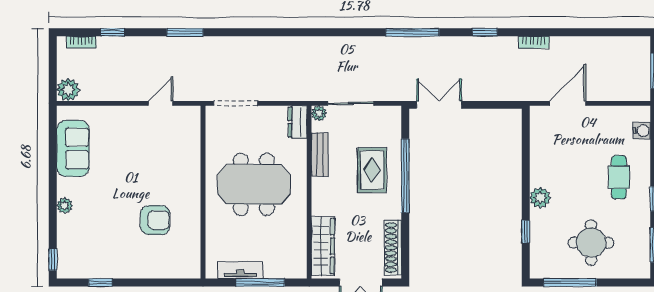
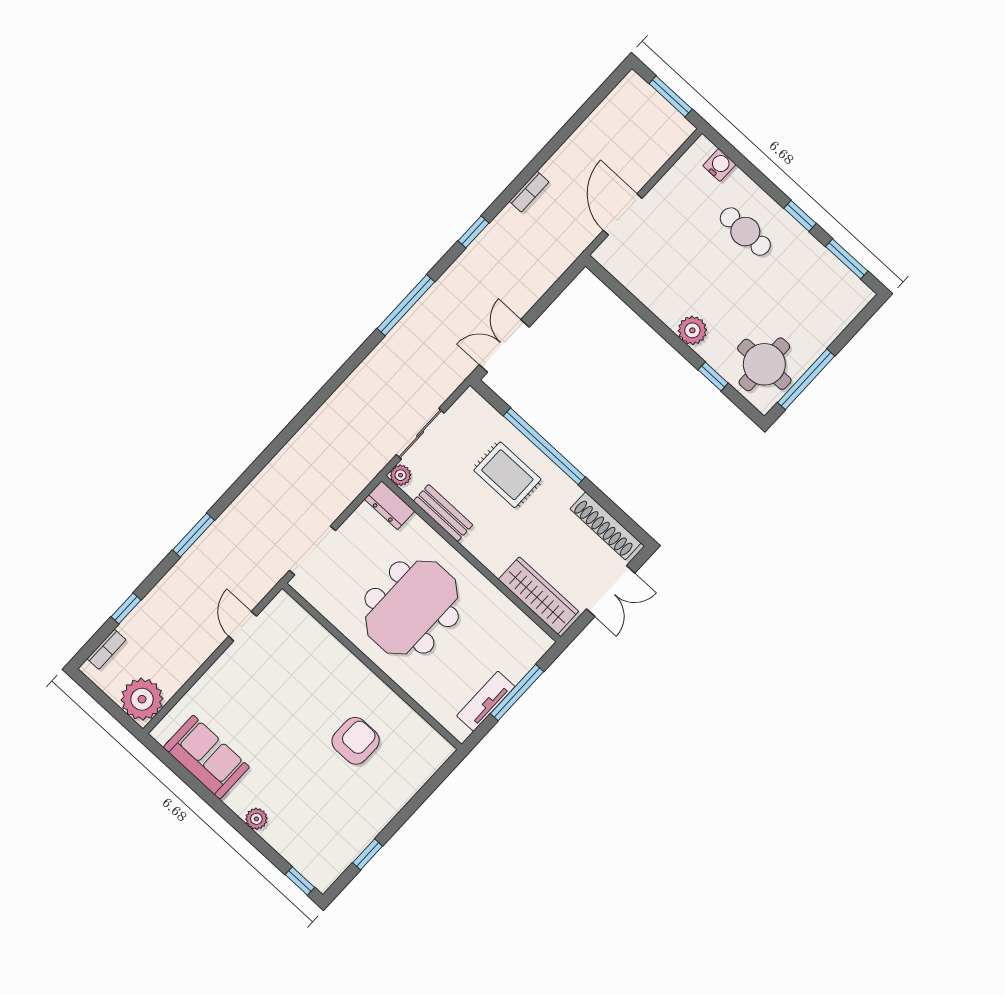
plant: (68, 90) -> (142, 699), width x1.36, depth x1.36
round table: (591, 243) -> (764, 364), moved

